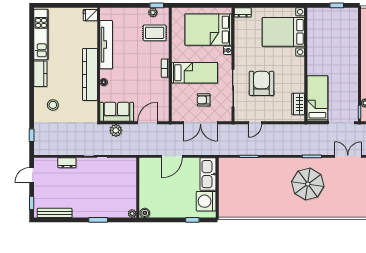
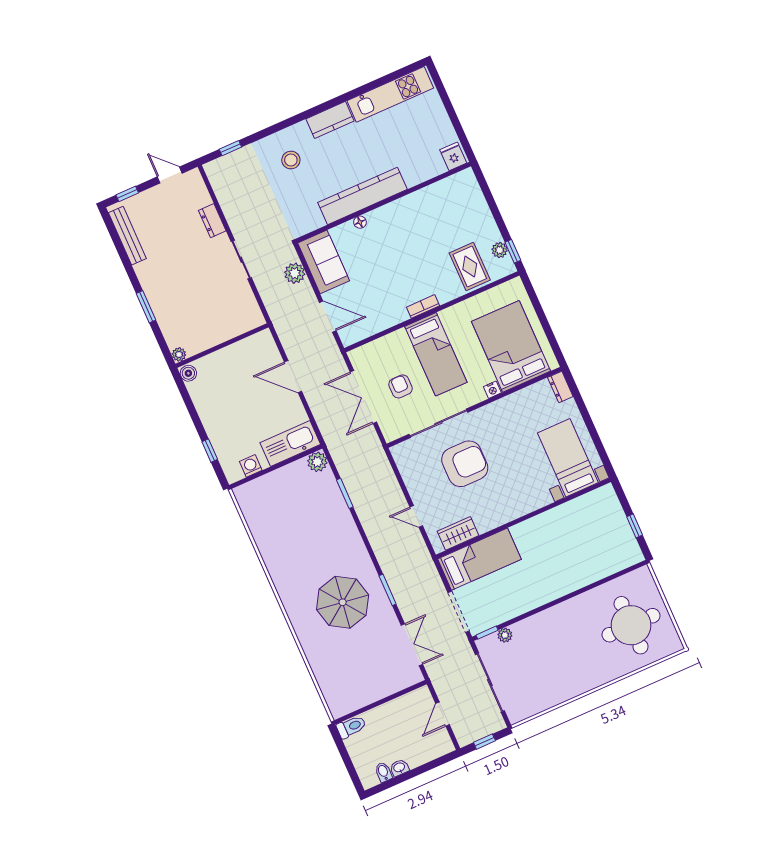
bed with nightstands: (283, 32) -> (568, 458), width x0.73
tv unit: (106, 45) -> (419, 201), removed
door: (255, 123) -> (416, 516), moved
plant: (225, 164) -> (317, 462), added
washing machine: (206, 201) -> (251, 466), width x0.53, depth x0.53

